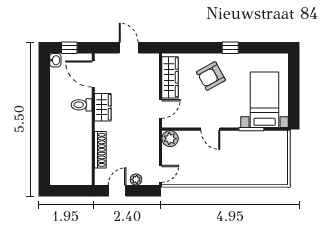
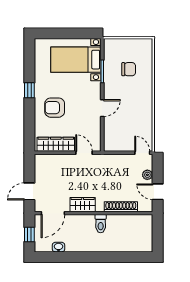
door: (129, 48) -> (29, 191), moved
washbasin: (55, 60) -> (59, 247), moved
armchair: (211, 76) -> (55, 108), turned 119
toilet: (82, 105) -> (101, 224), moved
plant: (170, 139) -> (111, 144), removed
chair: (254, 159) -> (129, 69), added

